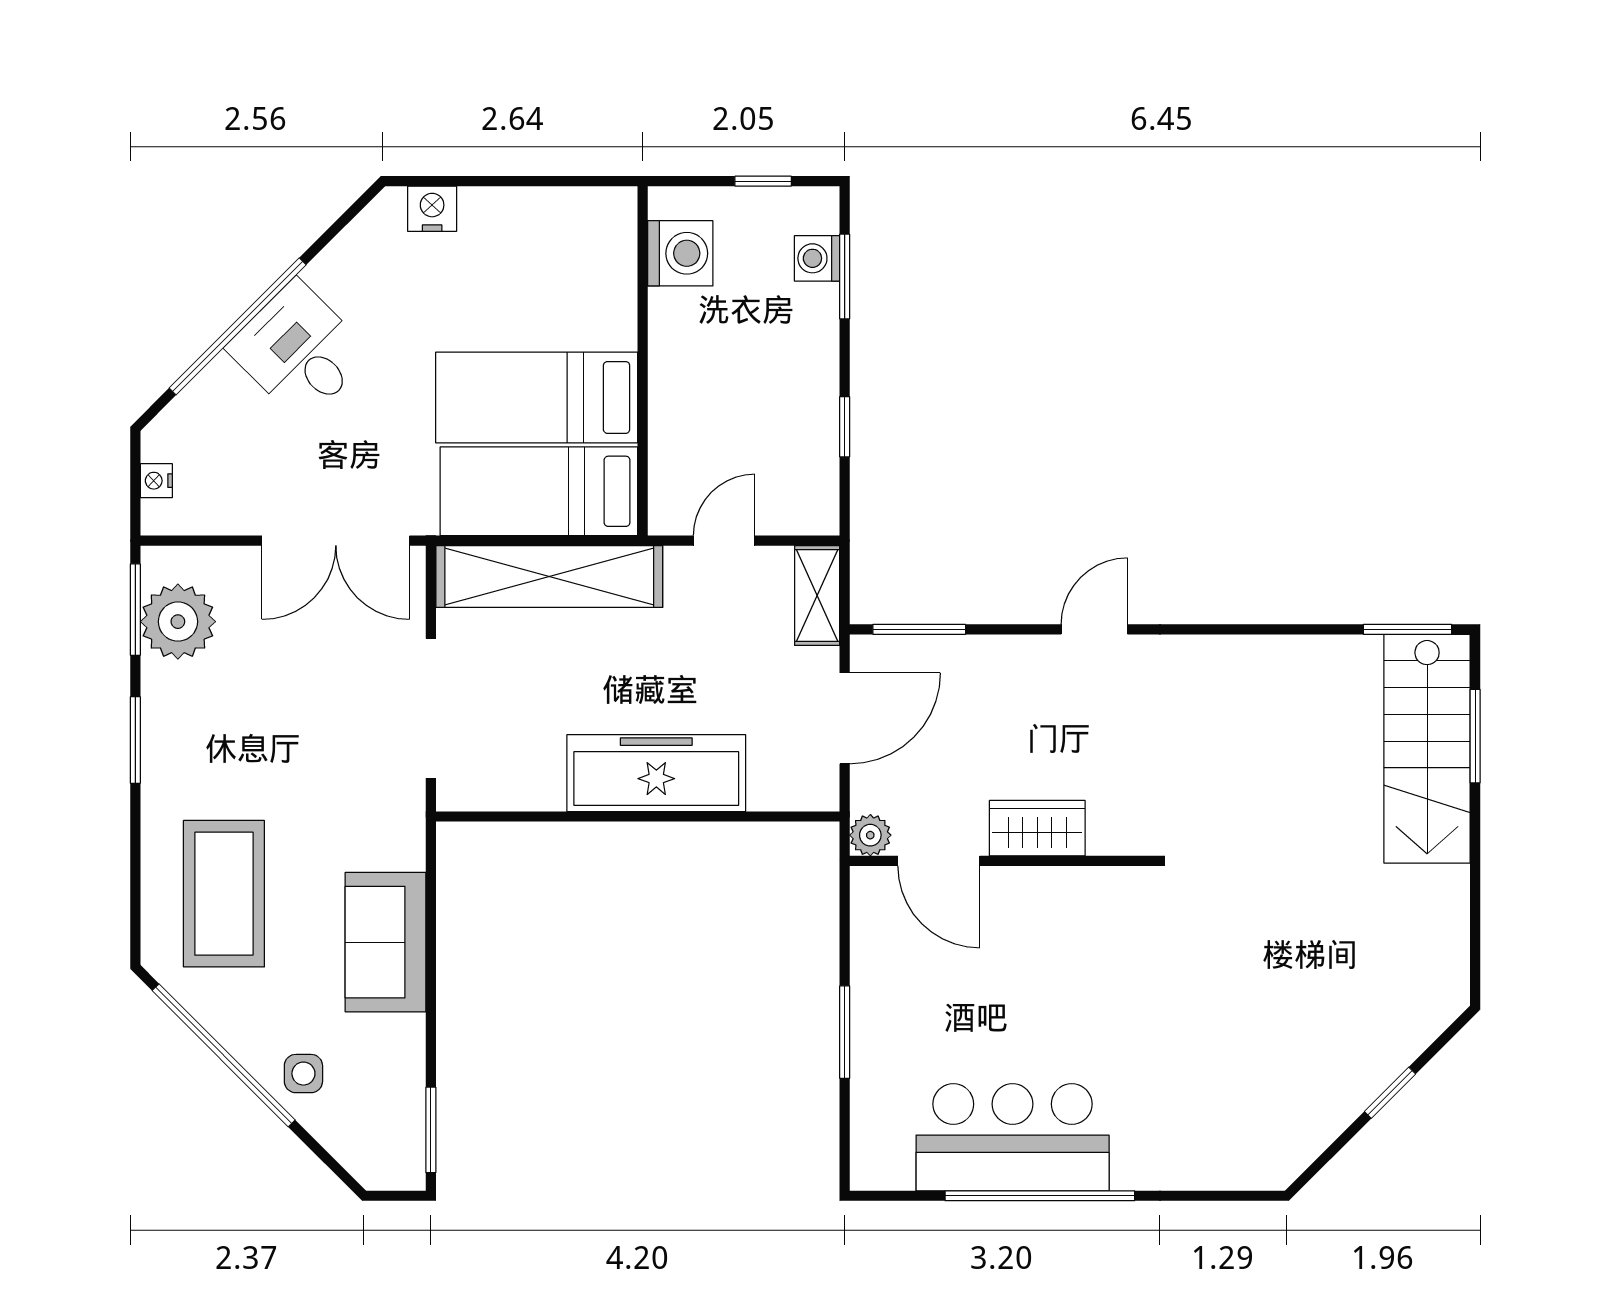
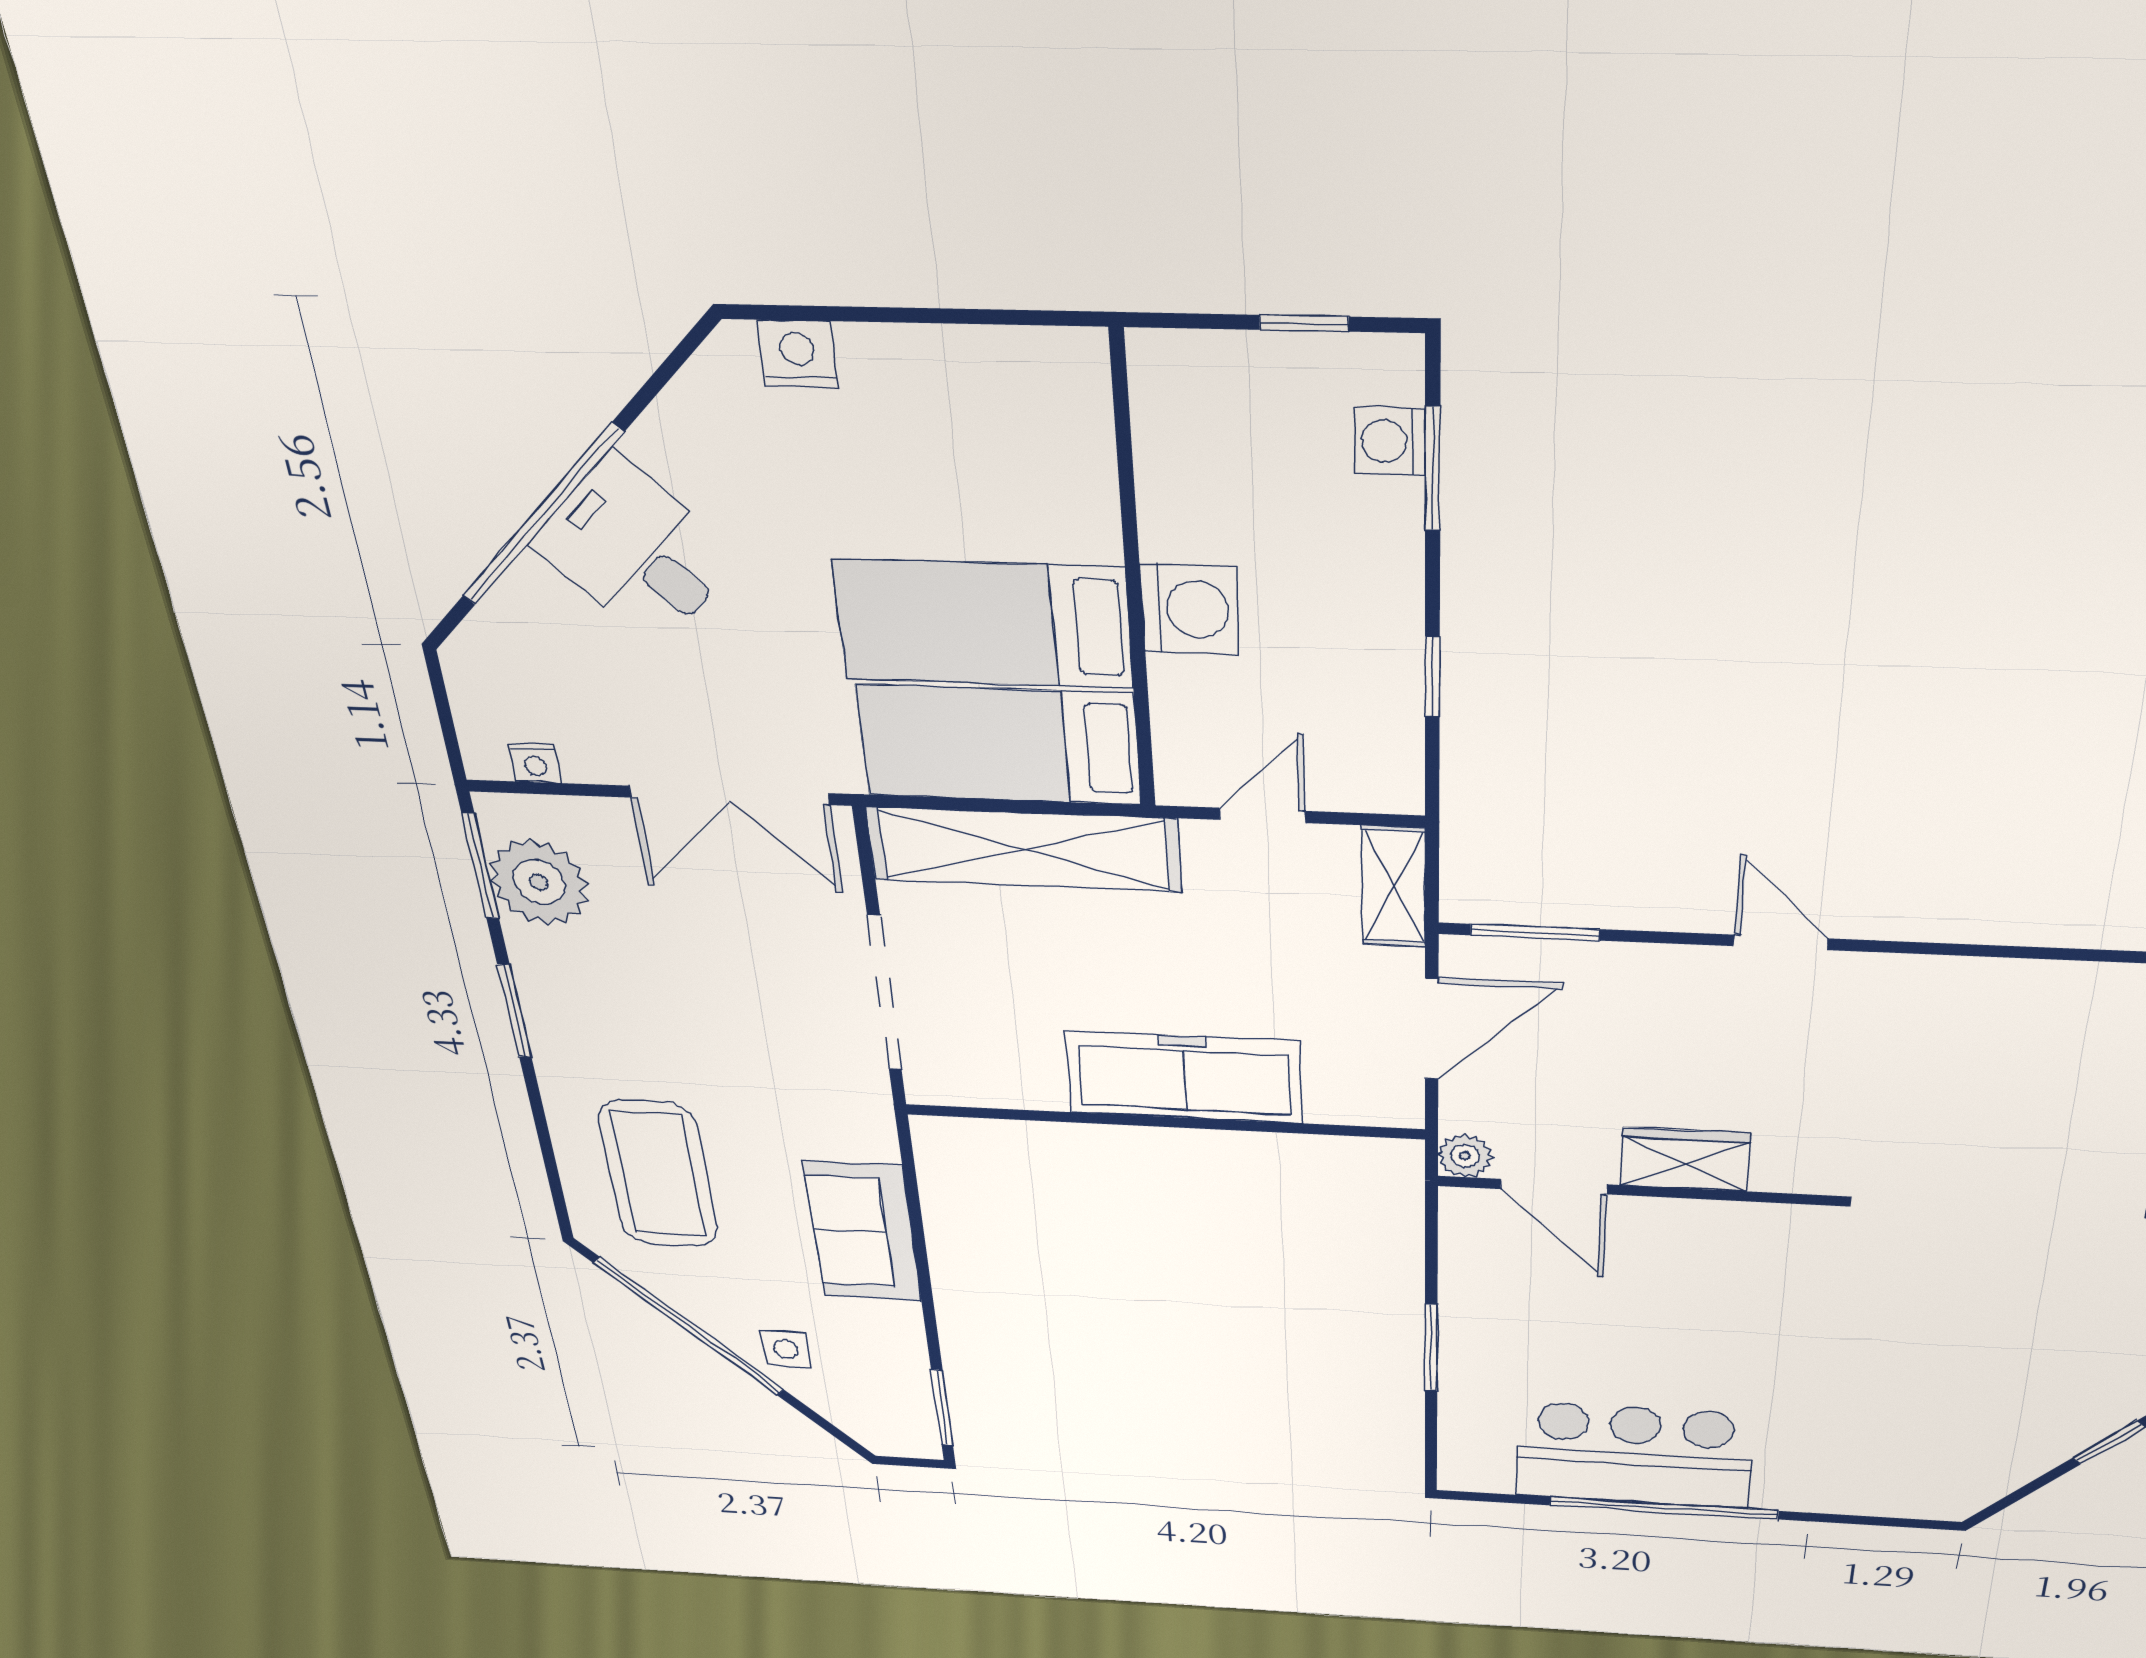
washing machine: (680, 253) -> (1190, 609), moved
nightstand: (156, 481) -> (535, 763), moved, turned -90
door: (1094, 629) -> (1781, 942), hinge flipped

